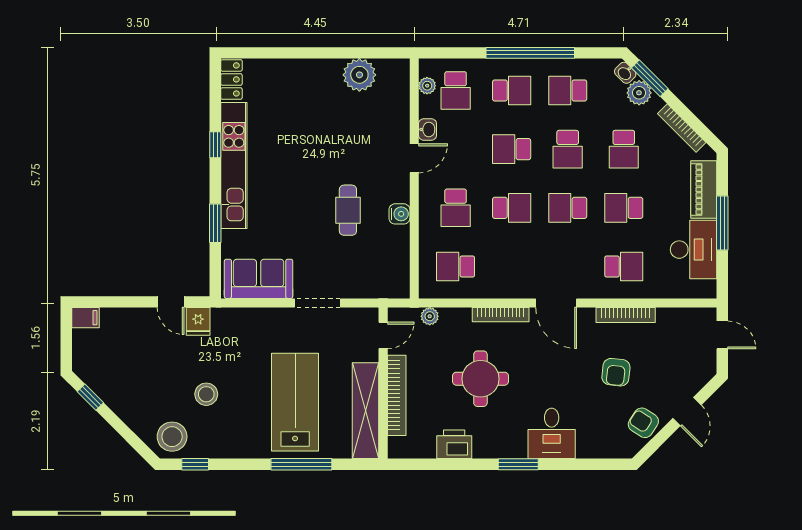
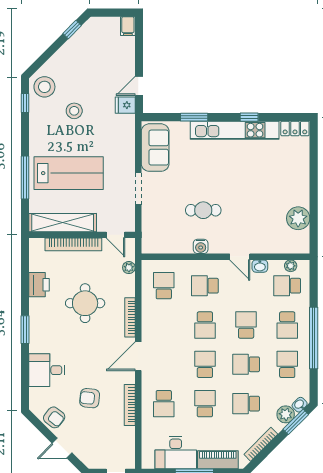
armchair: (643, 423) -> (54, 417), turned 95
desk: (552, 433) -> (47, 370), moved

